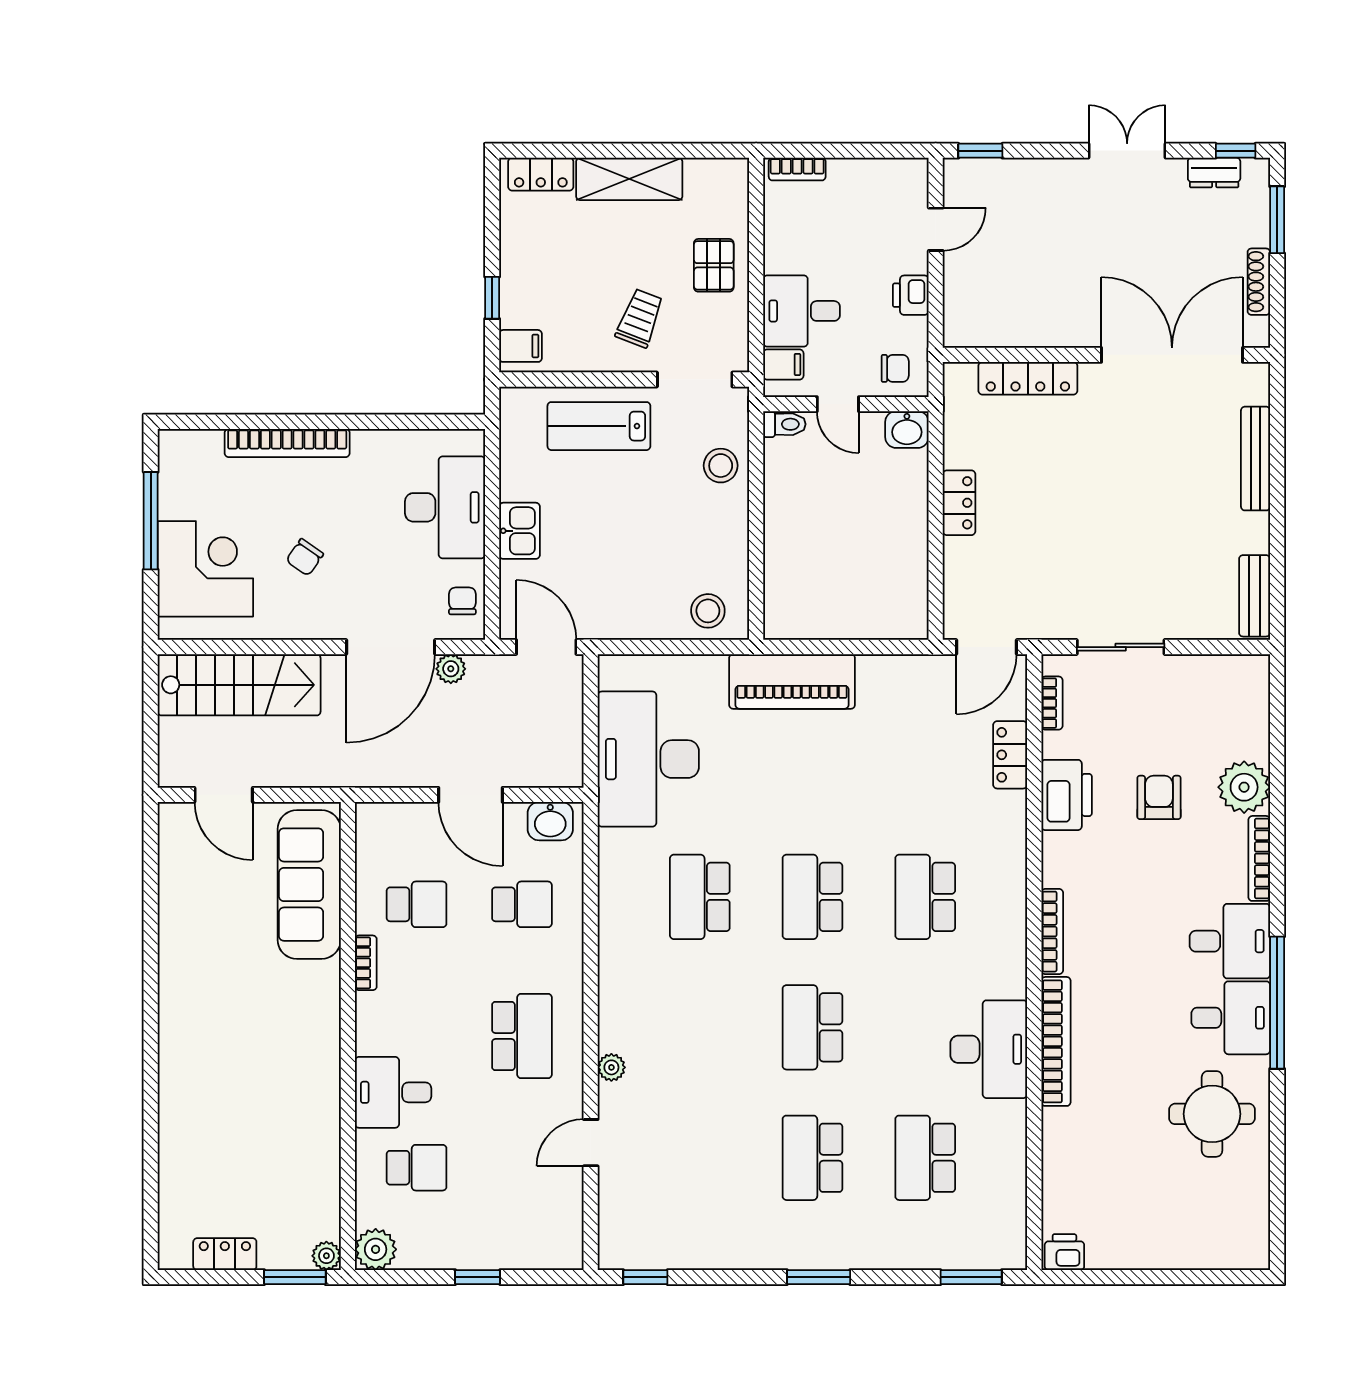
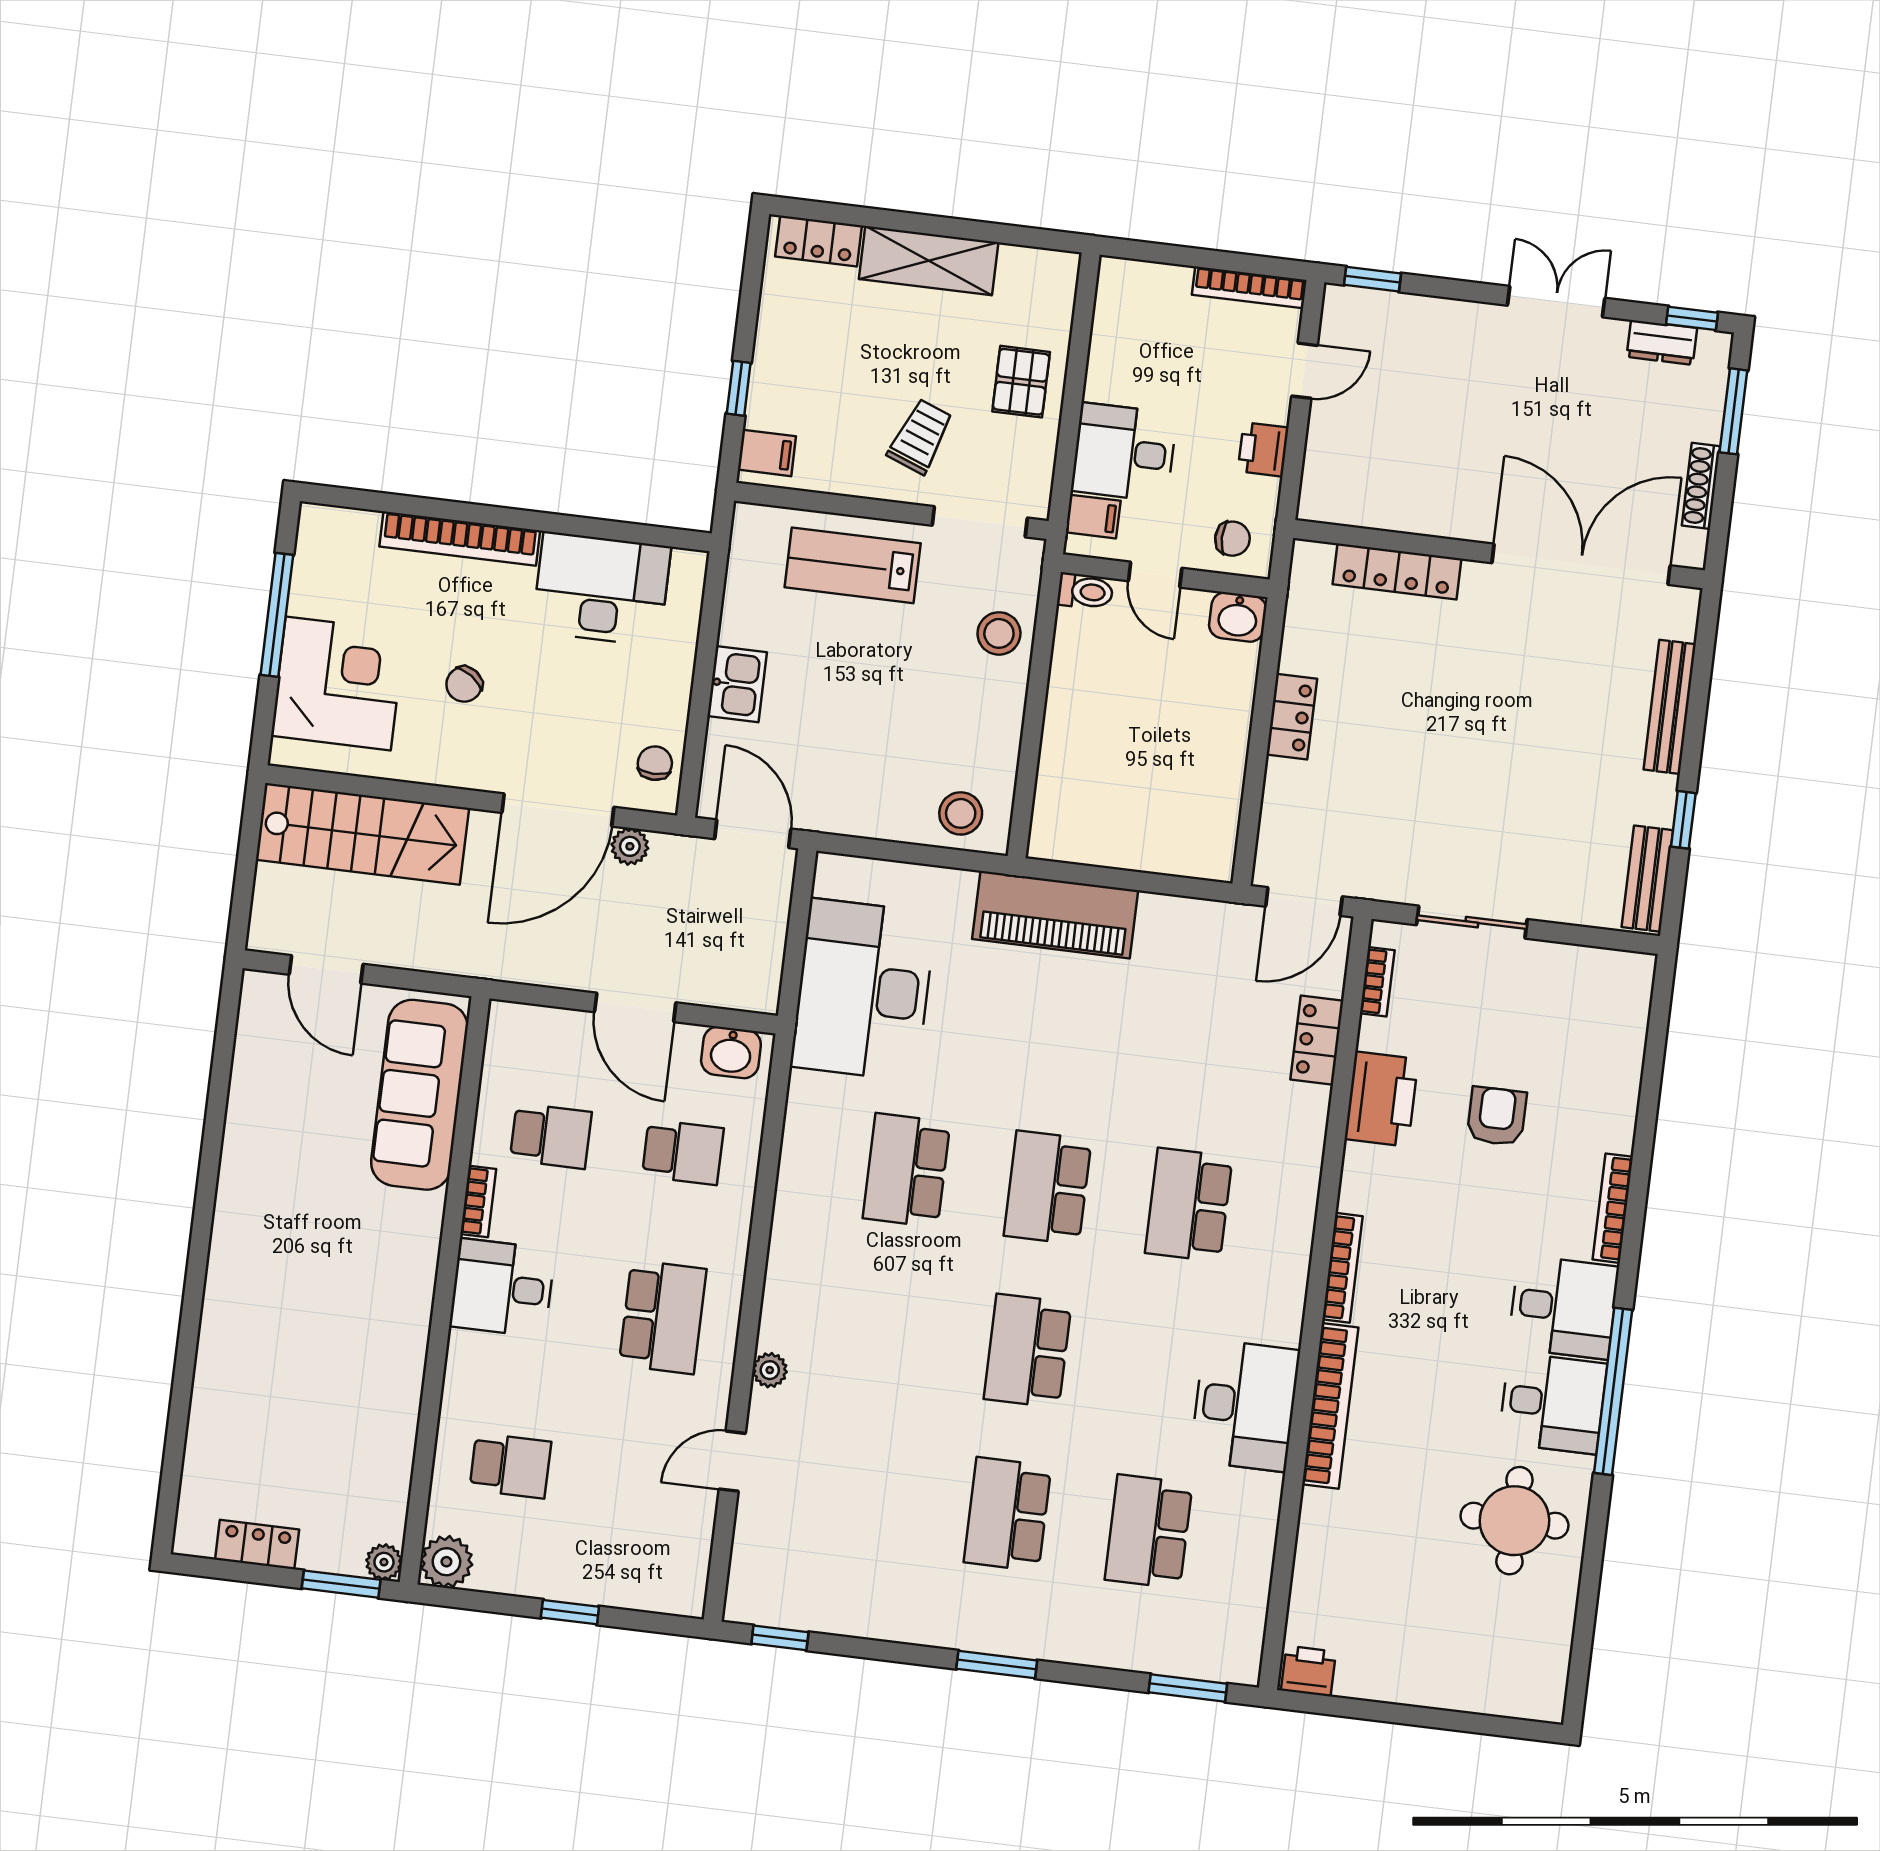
bookcase: (797, 169) -> (1249, 287), moved, width x1.56
desk: (445, 507) -> (601, 589), moved, turned -90
window: (1277, 546) -> (1683, 820), added
plant: (1244, 787) -> (1605, 1117), removed
desk: (393, 1092) -> (502, 1288), moved

